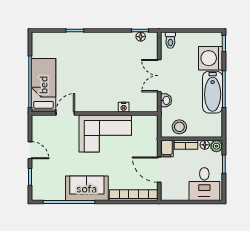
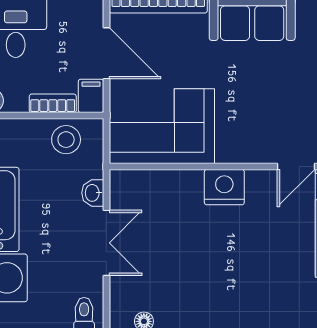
nightstand: (124, 107) -> (224, 187), moved, width x1.89, depth x1.79
corner sofa: (105, 133) -> (162, 126), moved
floor lamp: (205, 145) -> (15, 103), removed

